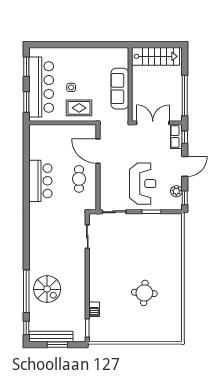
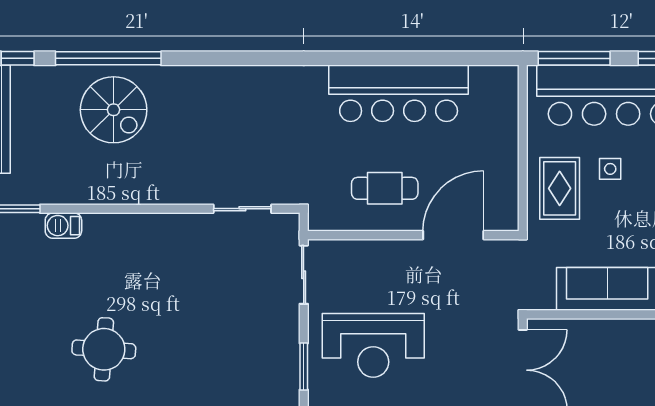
window: (26, 102) -> (574, 58), width x1.44
bar counter: (40, 181) -> (399, 93), width x1.36
spiral stairs: (47, 289) -> (114, 110), turned -90

